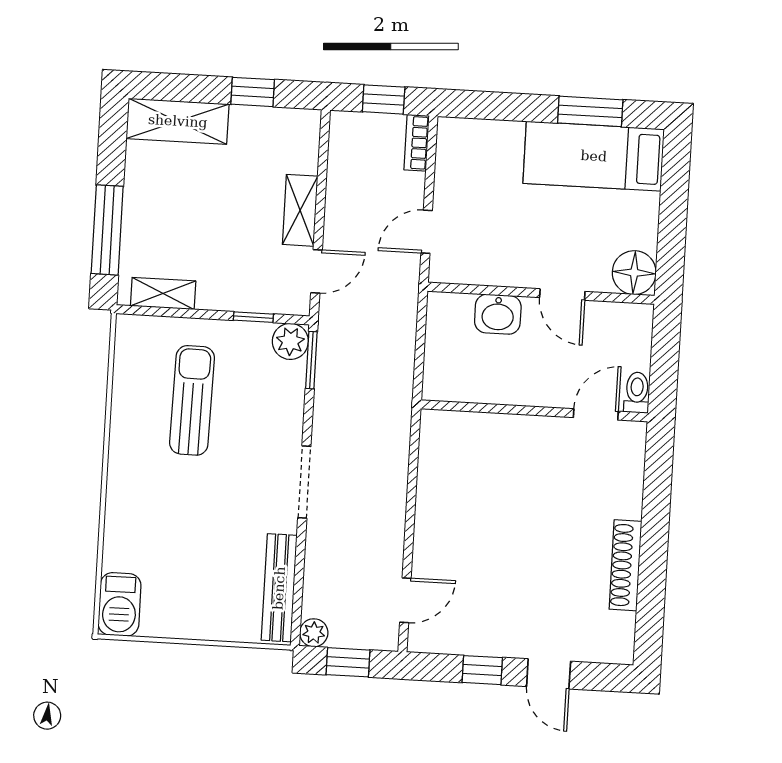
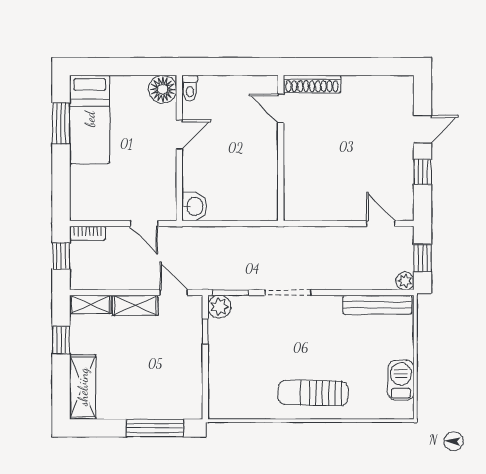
shelving: (163, 293) -> (90, 304), moved, turned 90
washbasin: (498, 314) -> (194, 206), moved
toilet: (637, 392) -> (190, 88), moved, turned -90
sun lounger: (192, 400) -> (313, 393), moved
wall: (534, 411) -> (281, 148), moved
door: (596, 414) -> (281, 109), moved
doorway: (304, 482) -> (288, 293), moved
shoe rack: (625, 565) -> (312, 84), moved
barbecue: (120, 604) -> (401, 380), moved, turned -90

